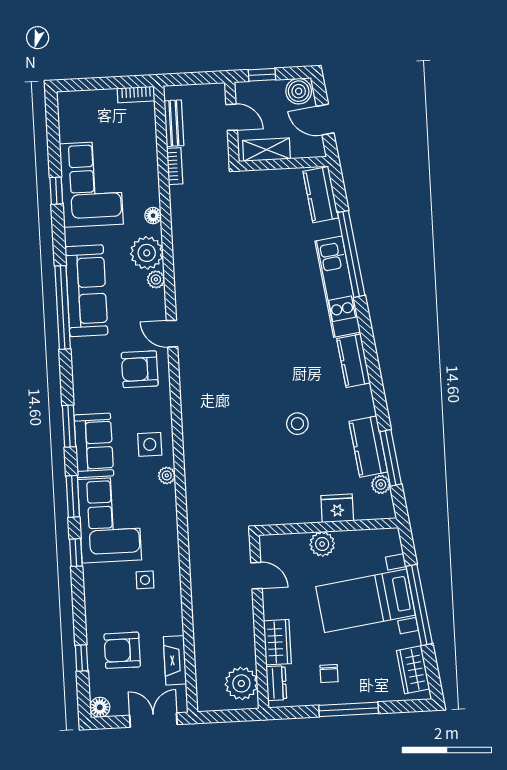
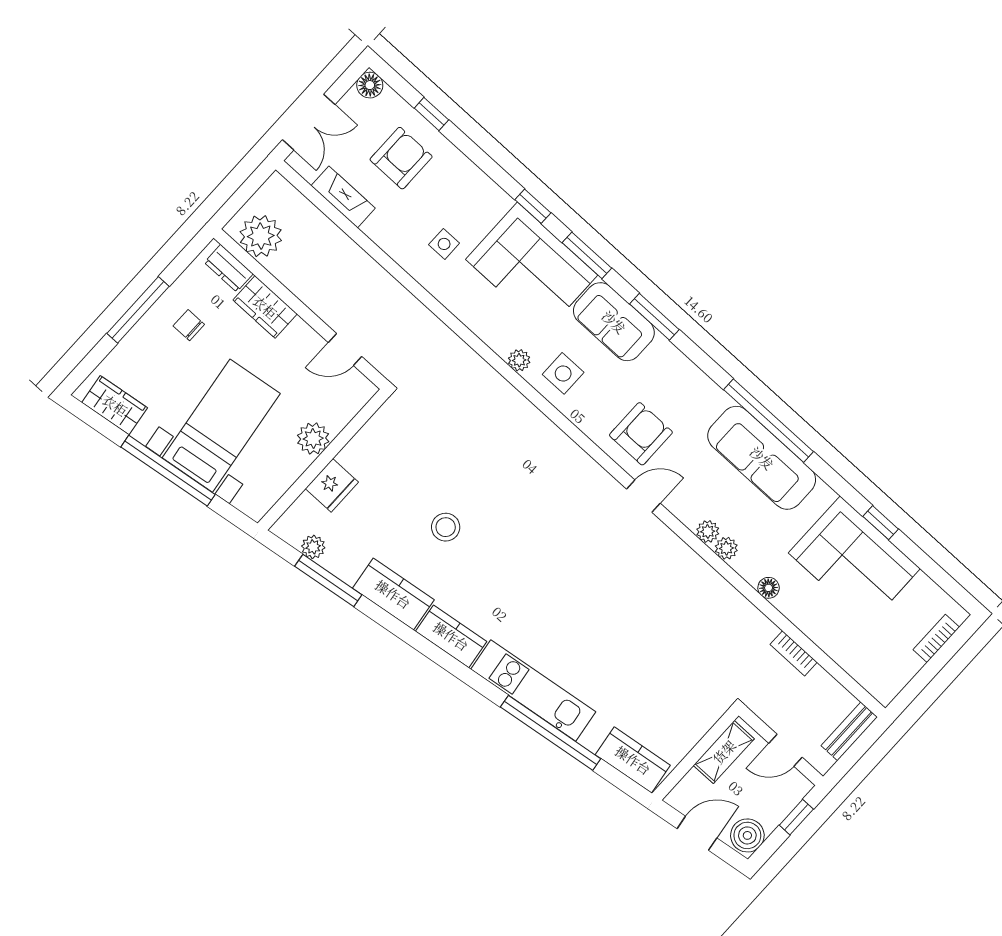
bookcase: (136, 95) -> (936, 638), moved
bench: (174, 123) -> (849, 731), moved, turned 90
plant: (147, 253) -> (726, 548), width x0.53, depth x0.53
kitchen counter: (368, 447) -> (393, 594), moved

